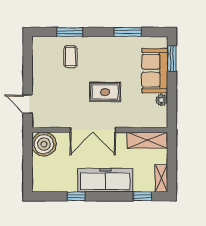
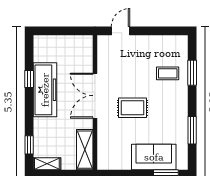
rug: (105, 92) -> (133, 108), turned 90
plant: (162, 100) -> (125, 164), removed
boiler: (44, 144) -> (81, 47), removed
freezer: (105, 180) -> (45, 90), moved

